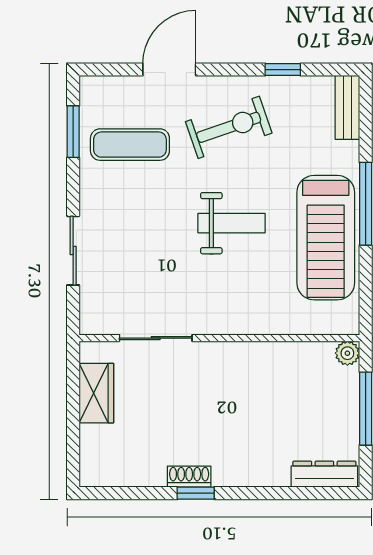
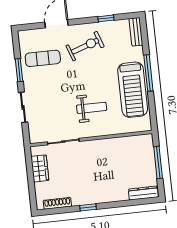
window: (73, 132) -> (19, 70), moved
weight bench: (231, 223) -> (92, 108), moved
plant: (347, 353) -> (148, 139), removed
shoe rack: (189, 477) -> (57, 203), moved, width x1.43

